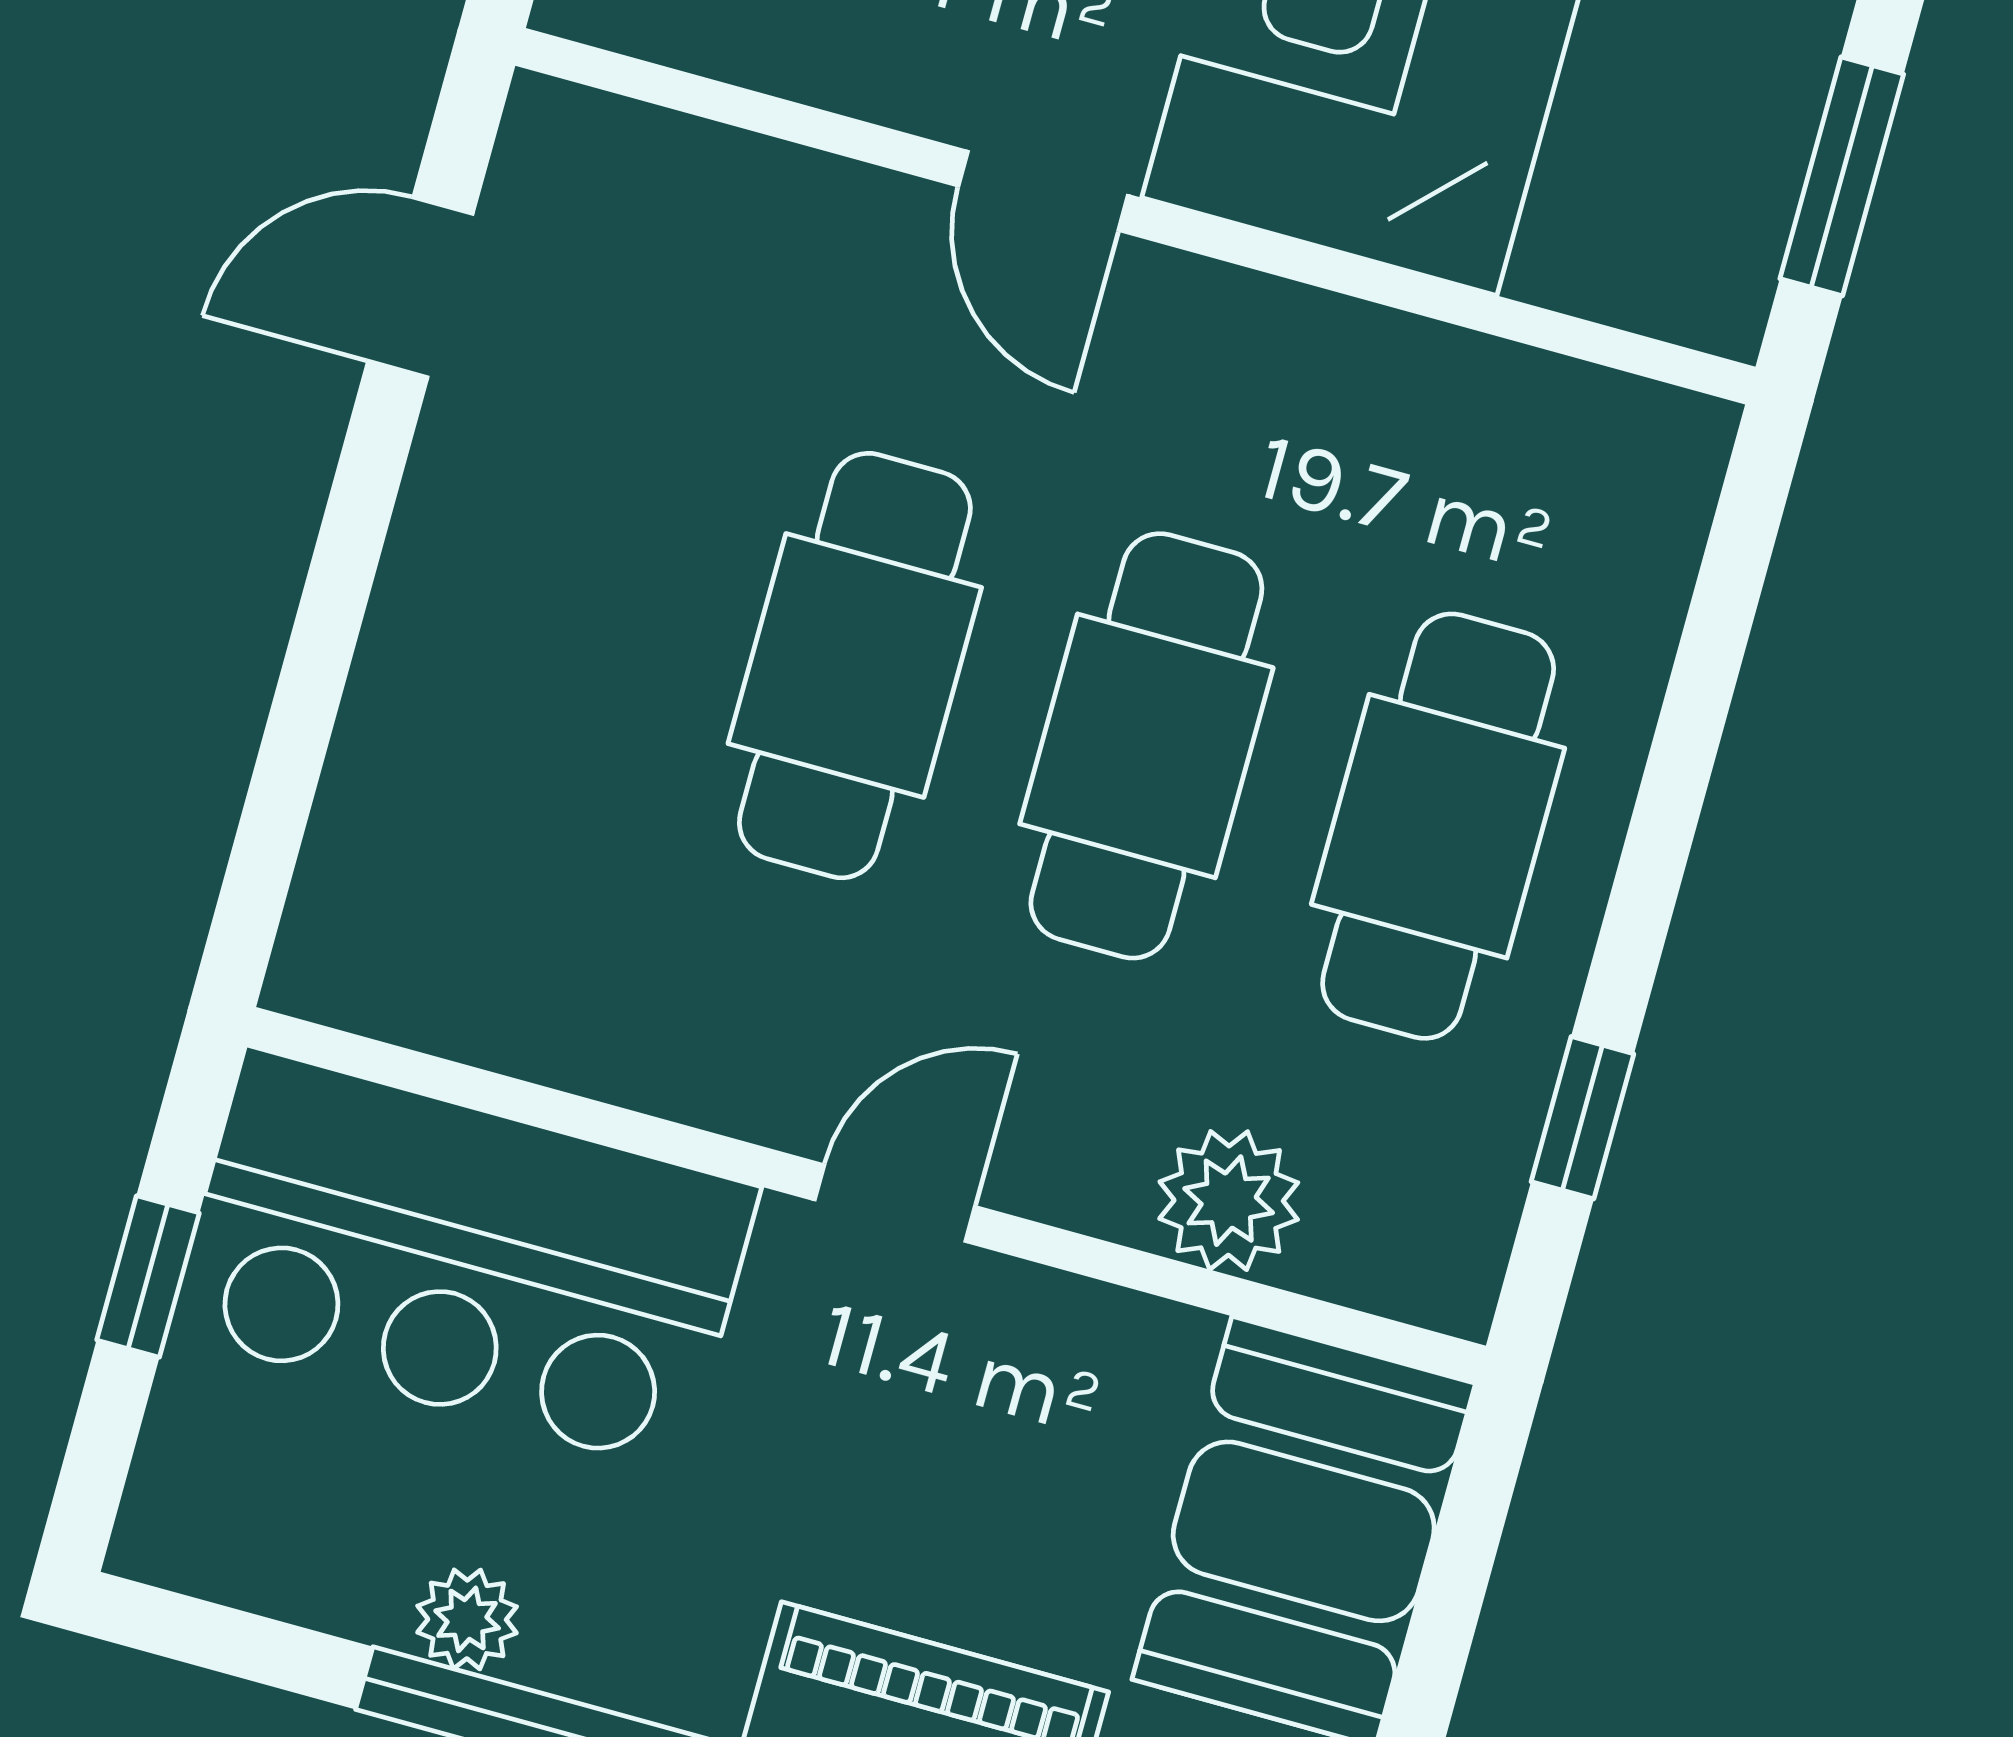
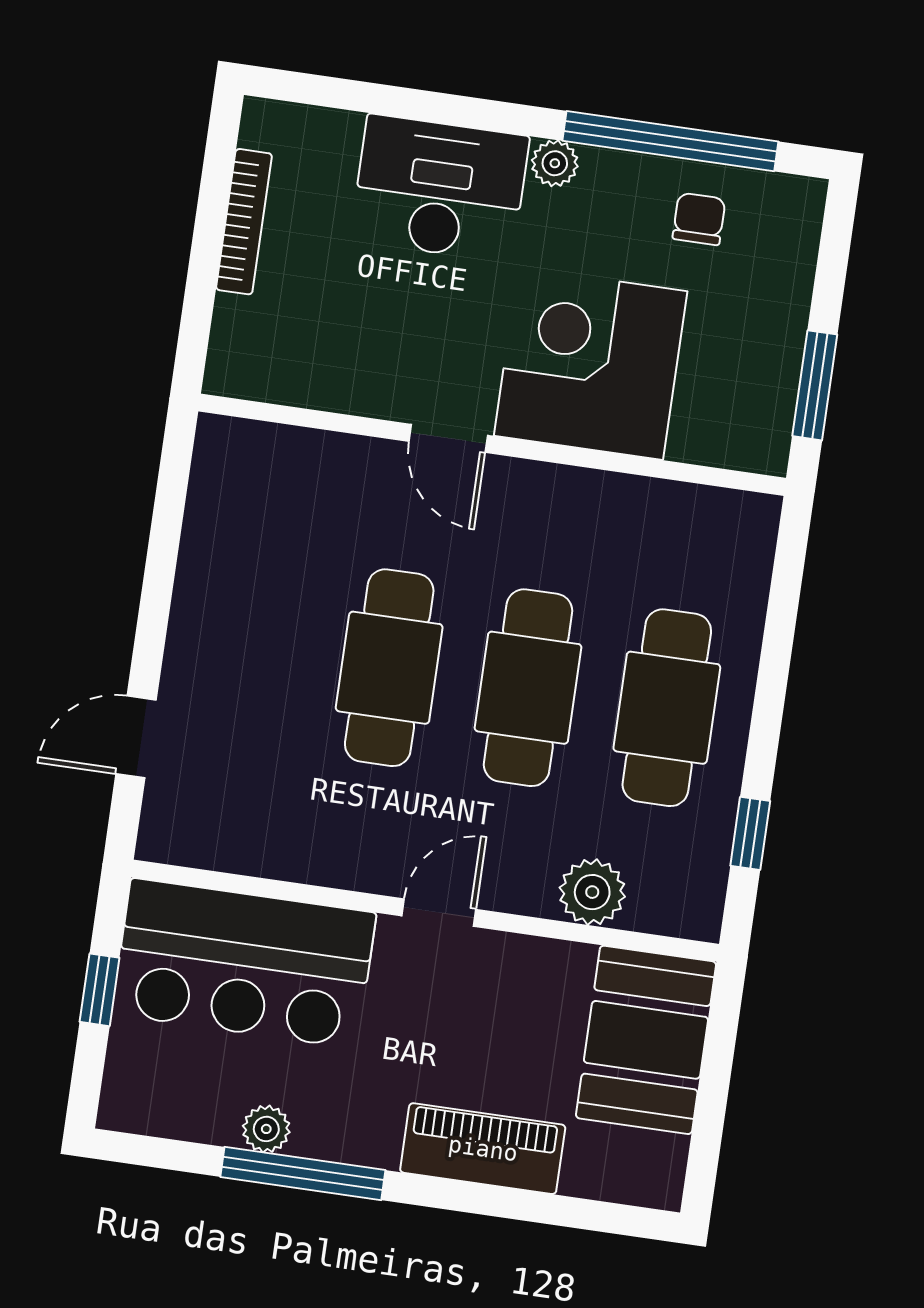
door: (420, 287) -> (136, 737), moved

